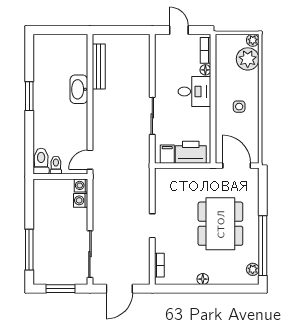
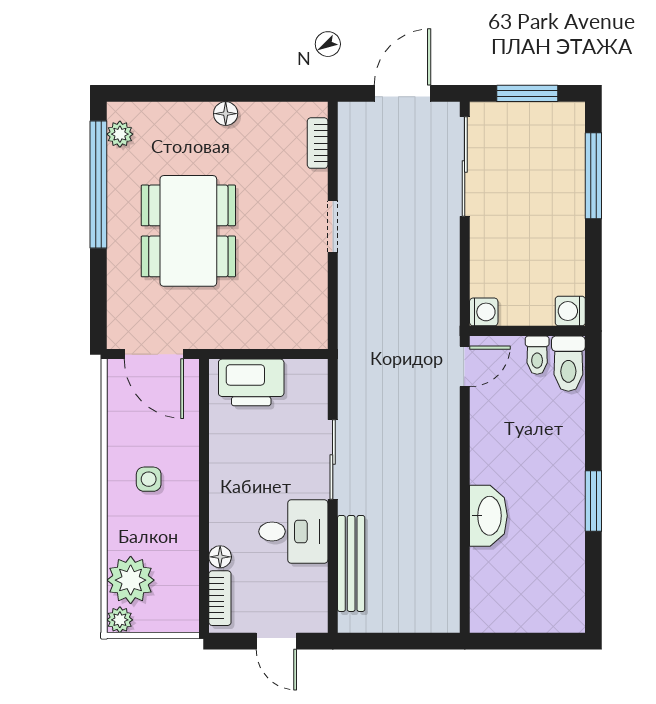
bench: (99, 66) -> (351, 563), moved
desk: (194, 91) -> (293, 532), moved, turned 180
filing cabinet: (167, 154) -> (301, 378), removed
washing machine: (81, 200) -> (570, 311), moved, turned 180

